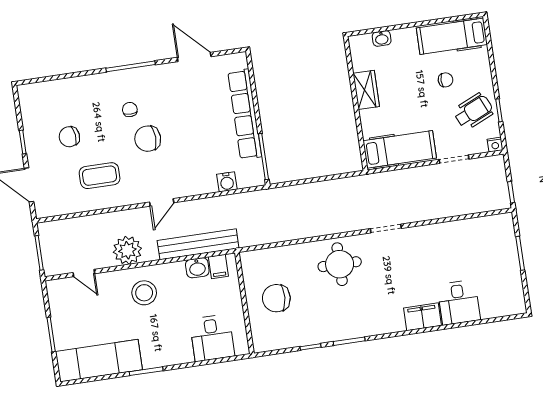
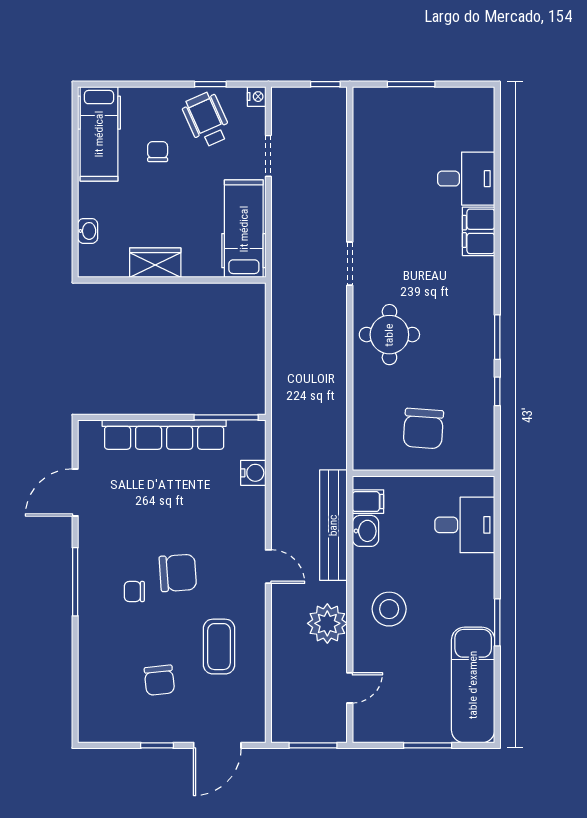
chair: (148, 139) -> (178, 573), turned -92

